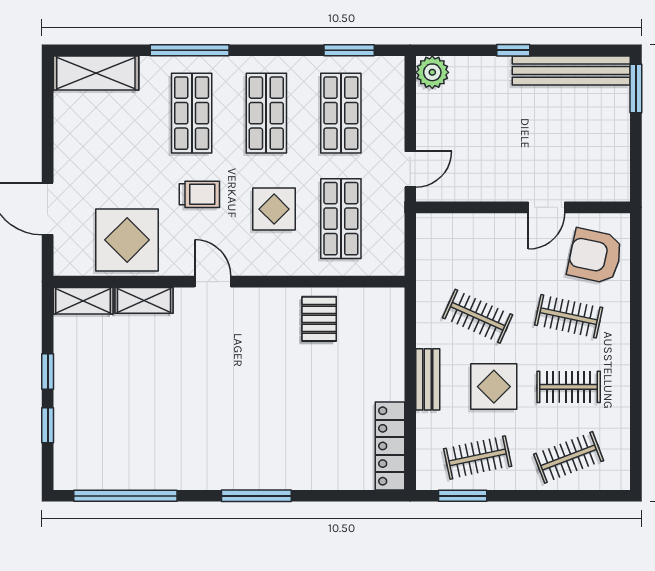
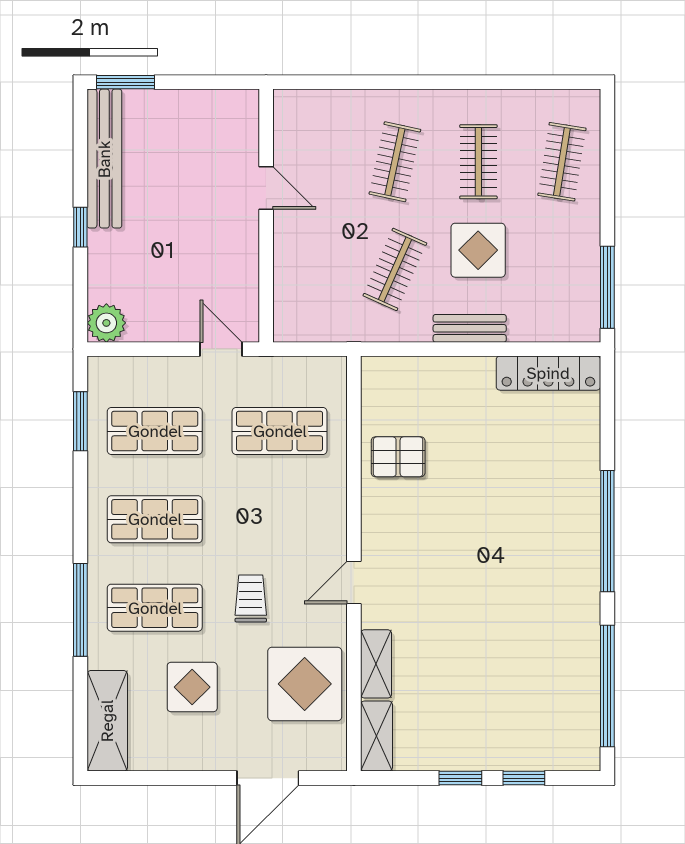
display table: (274, 209) -> (192, 687), moved
armchair: (595, 256) -> (324, 131), removed
clothes rail: (478, 457) -> (562, 269), removed
clothes rail: (569, 457) -> (562, 162), turned 30
window: (256, 496) -> (607, 531), width x1.46
window: (463, 496) -> (607, 287), width x1.44

